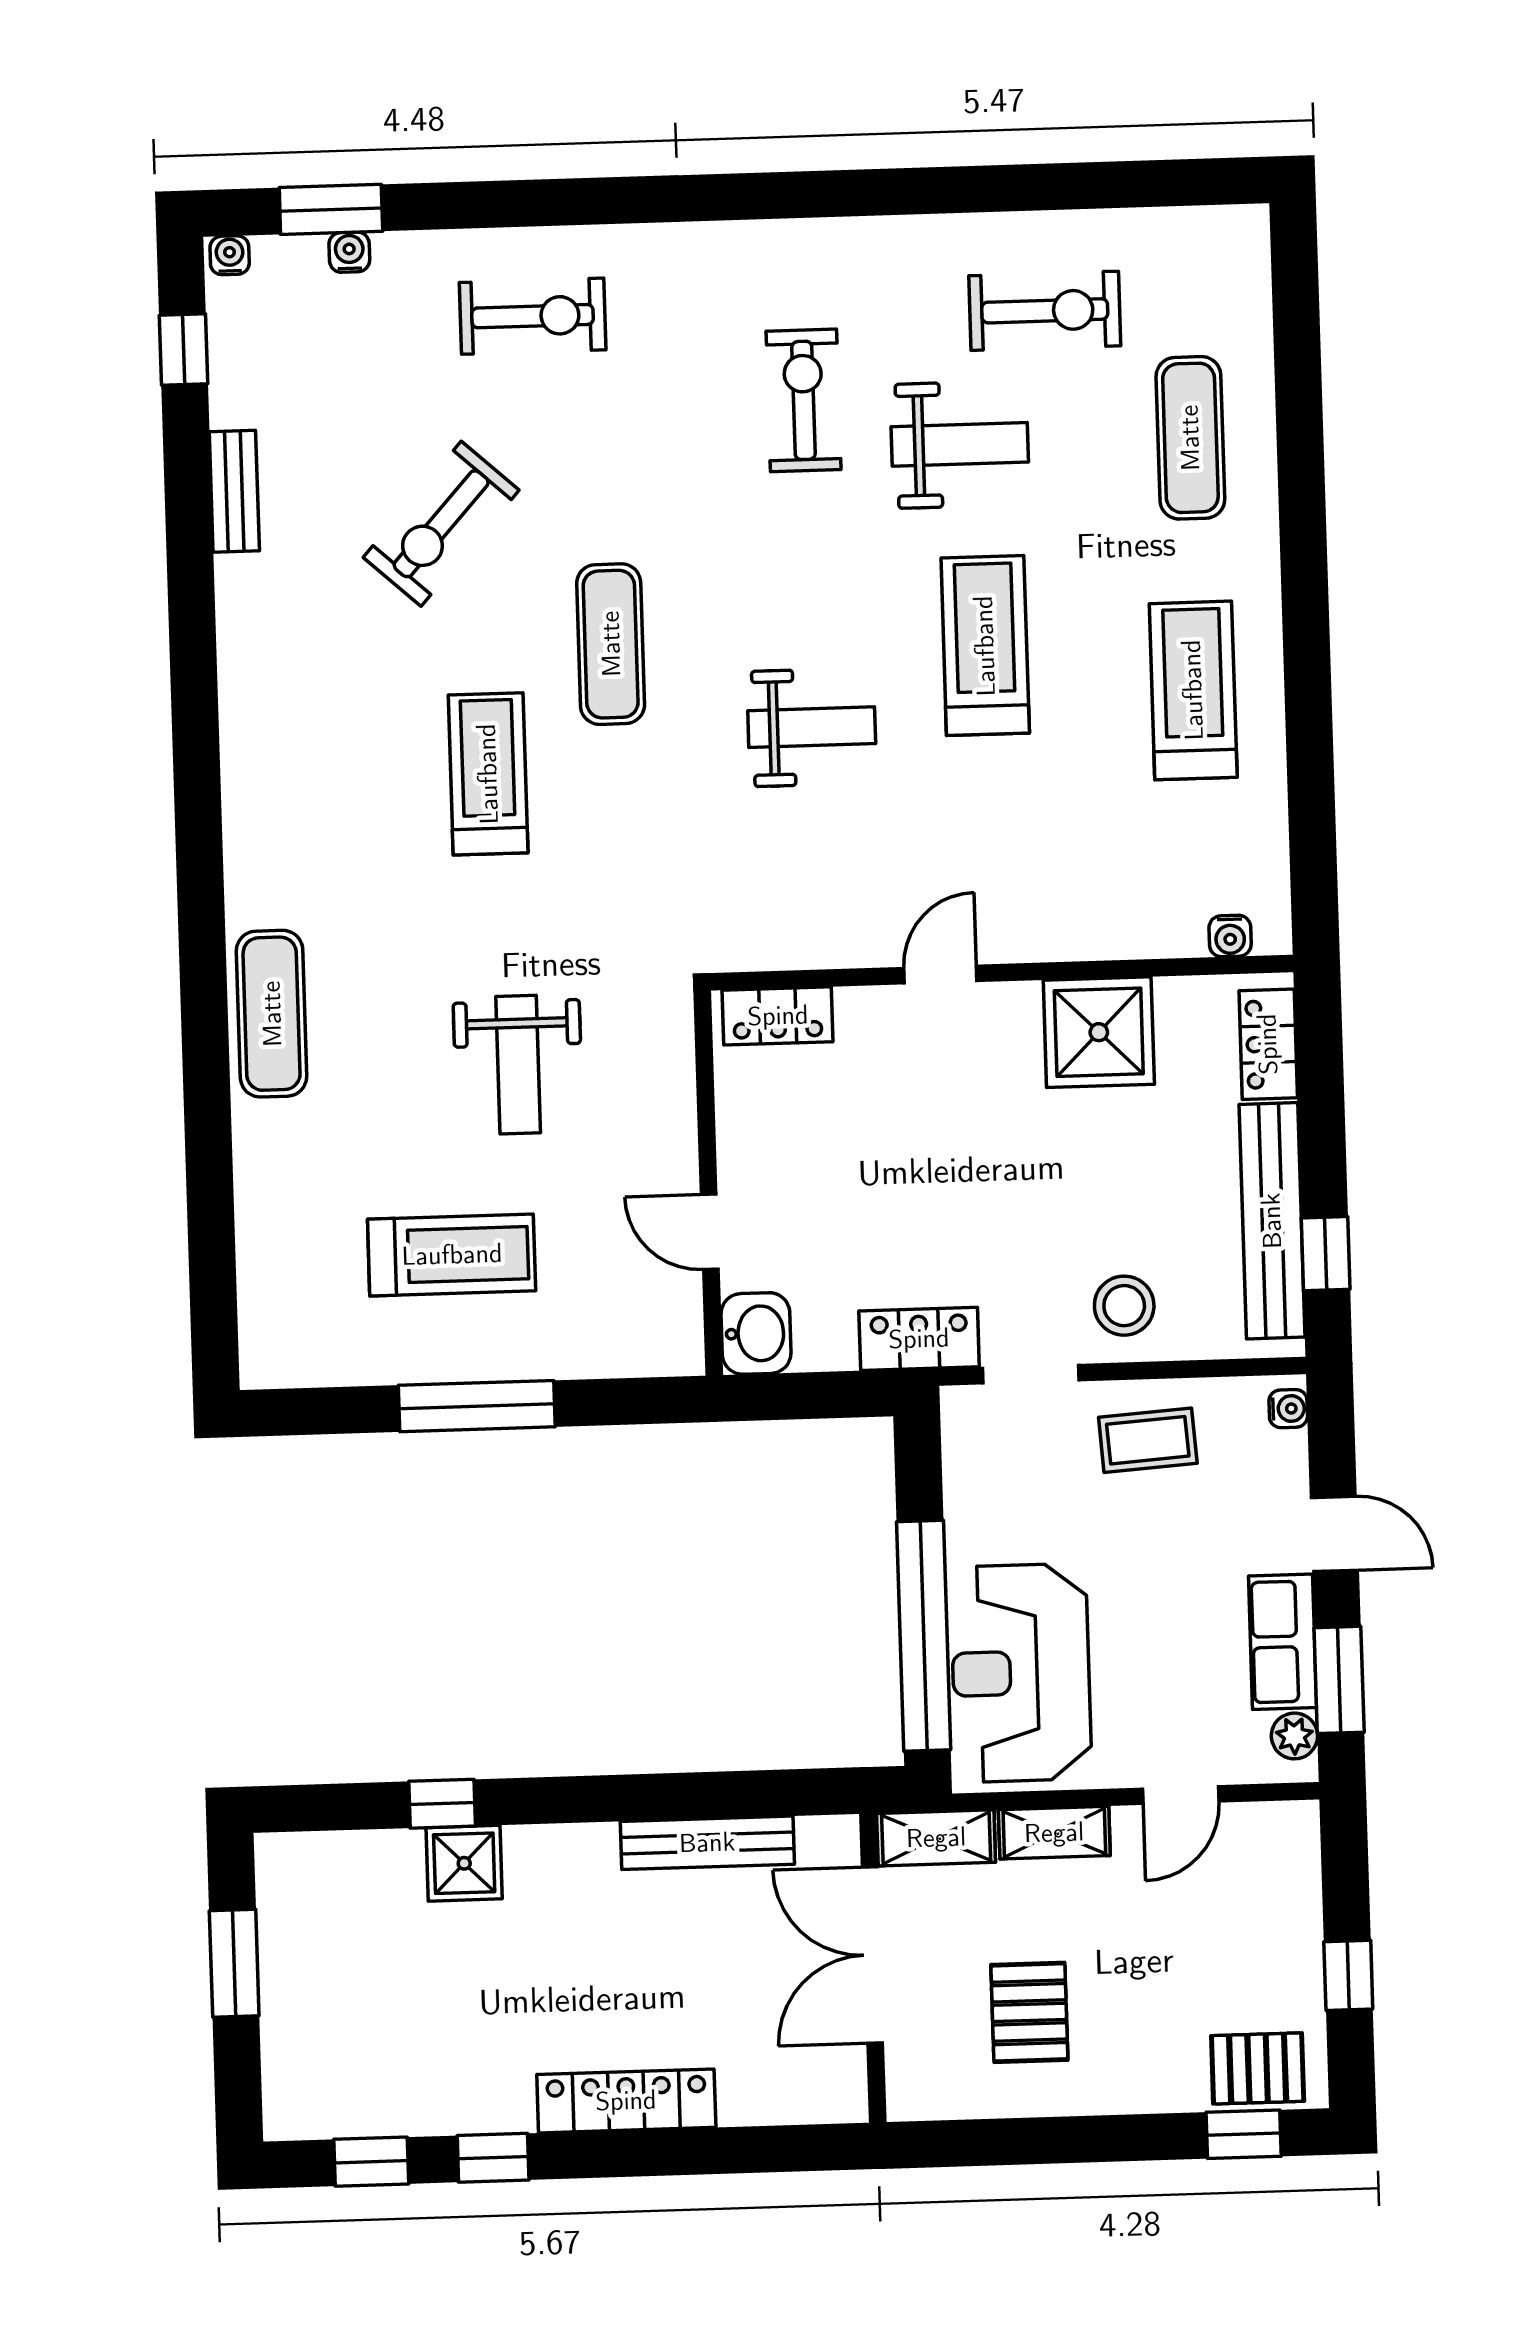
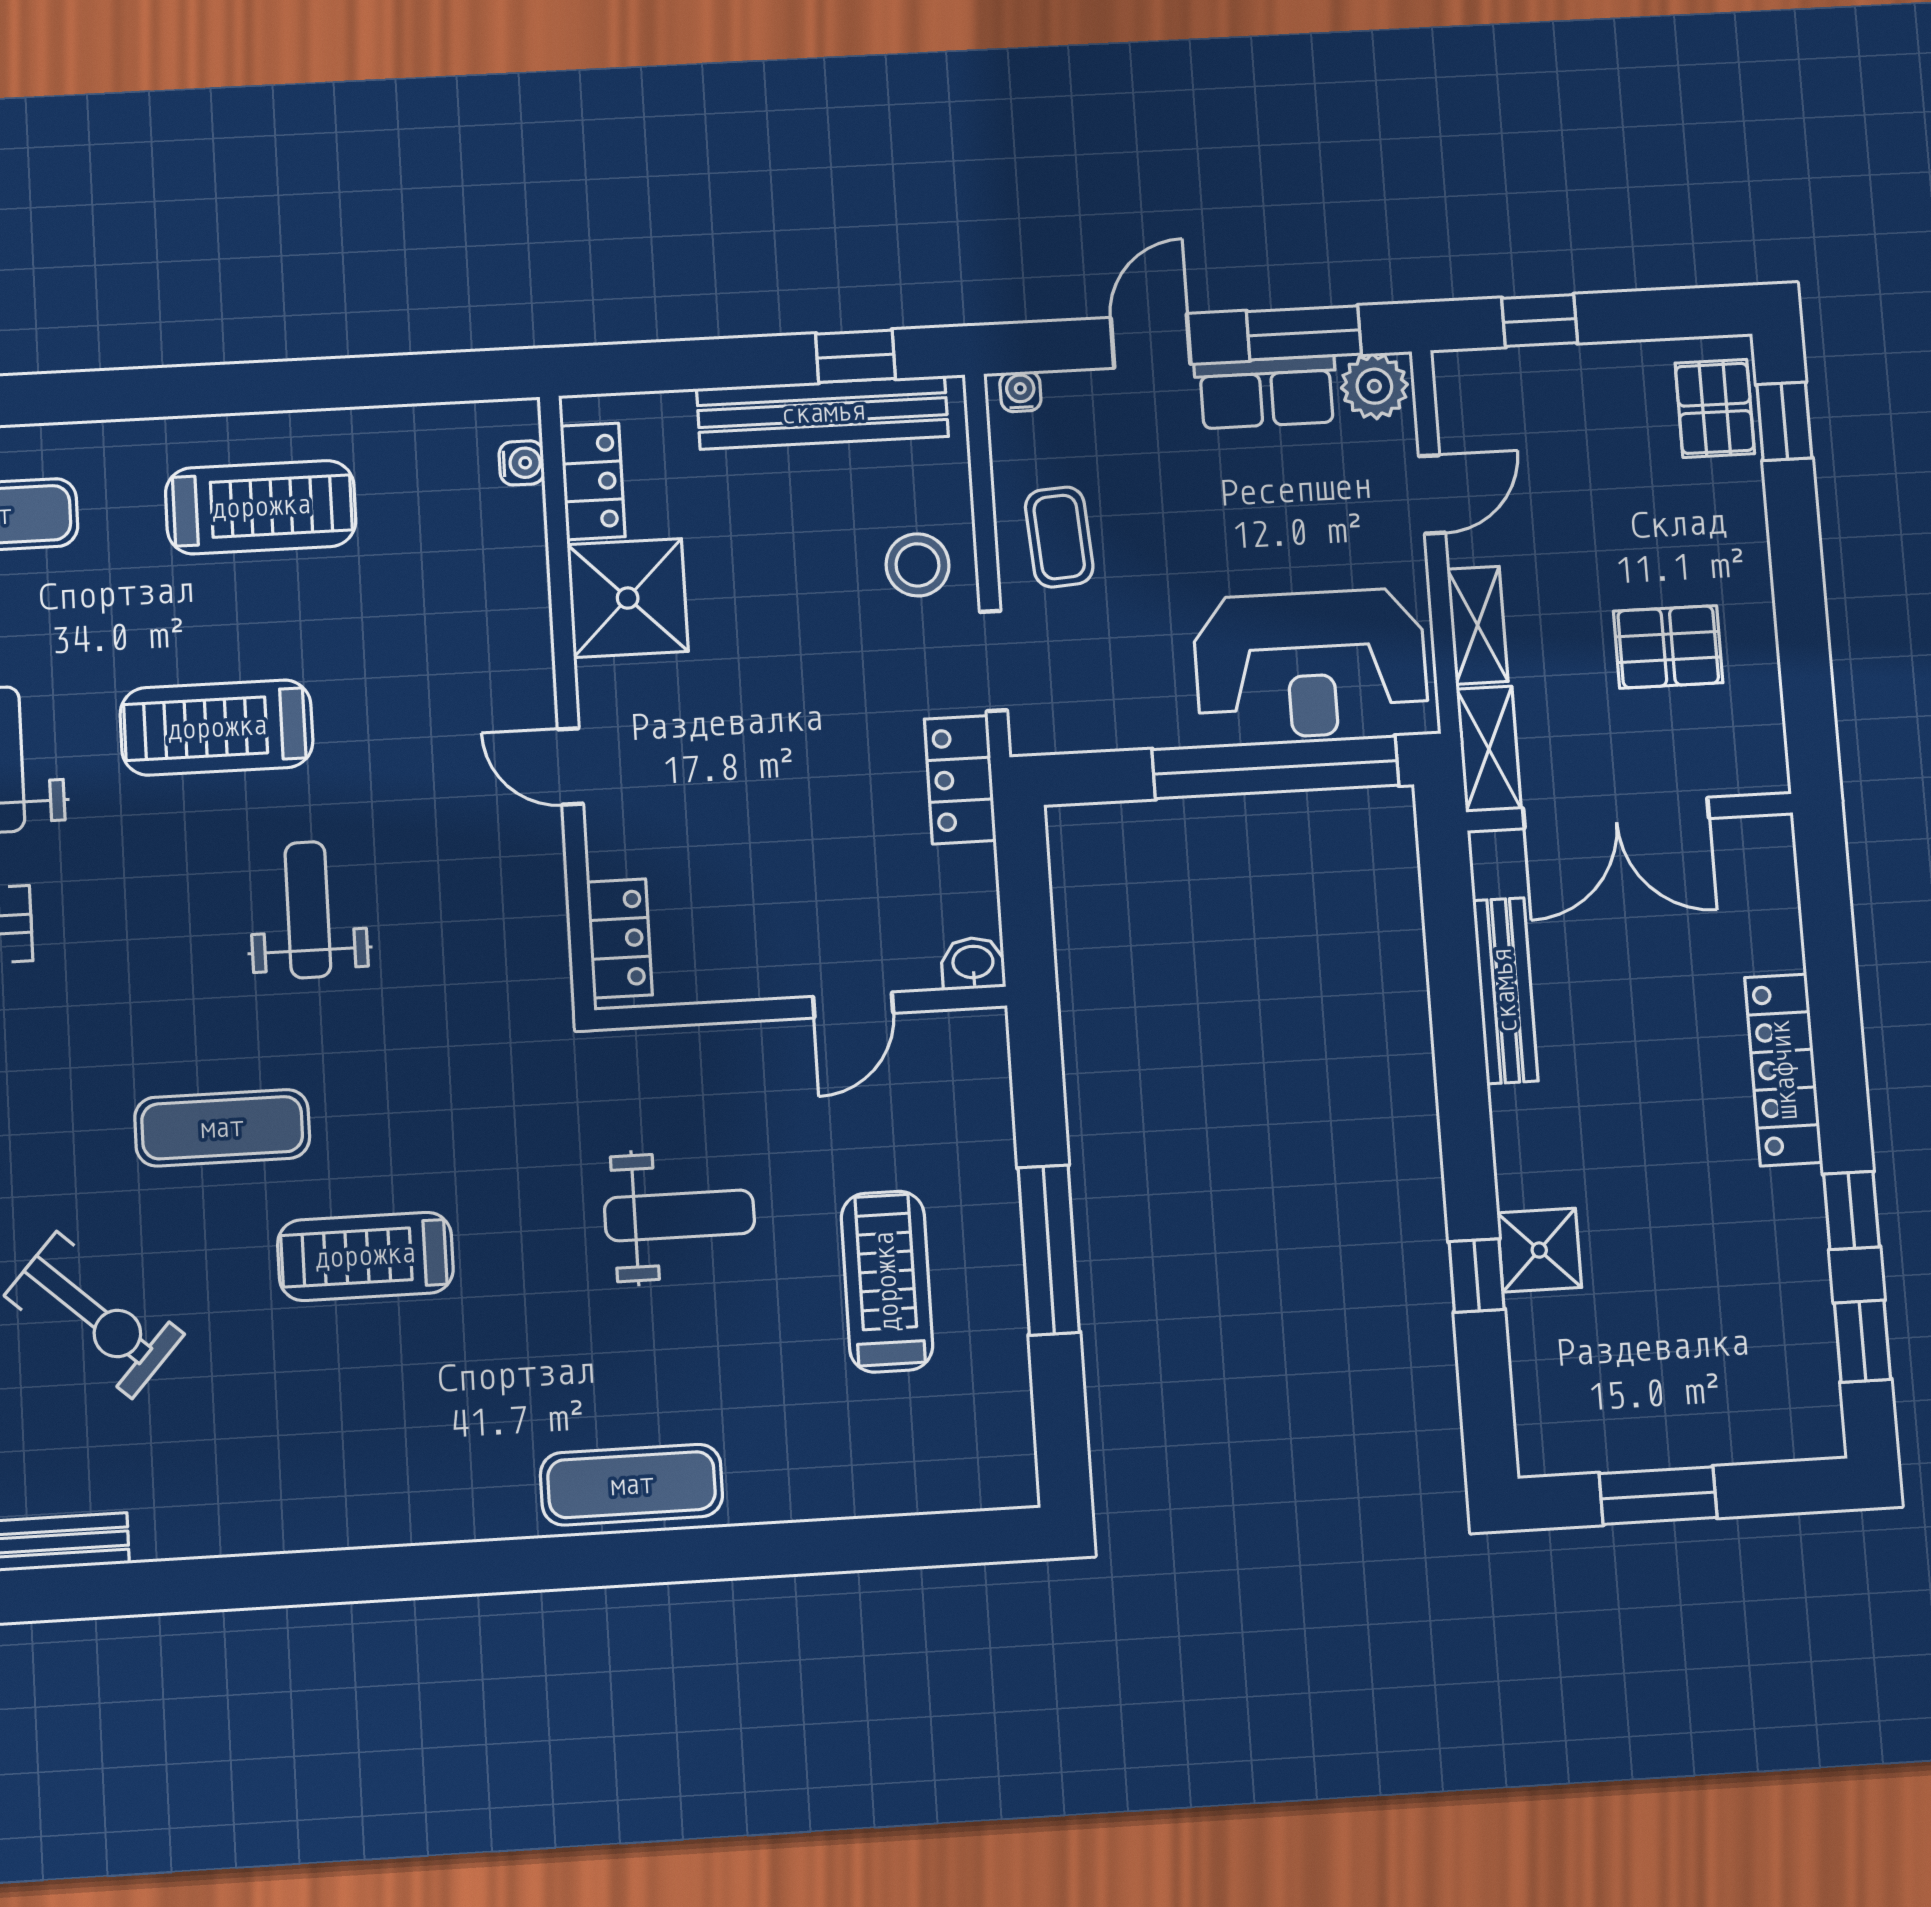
treadmill: (1193, 690) -> (261, 507), turned 180
locker: (1268, 1044) -> (593, 481), moved, turned -90
washbasin: (756, 1333) -> (973, 963), width x0.72, depth x0.69
plant: (1294, 1736) -> (1374, 386), width x1.38, depth x1.38
door: (1181, 1795) -> (1432, 494), hinge flipped
window: (1348, 1975) -> (1540, 321), moved

